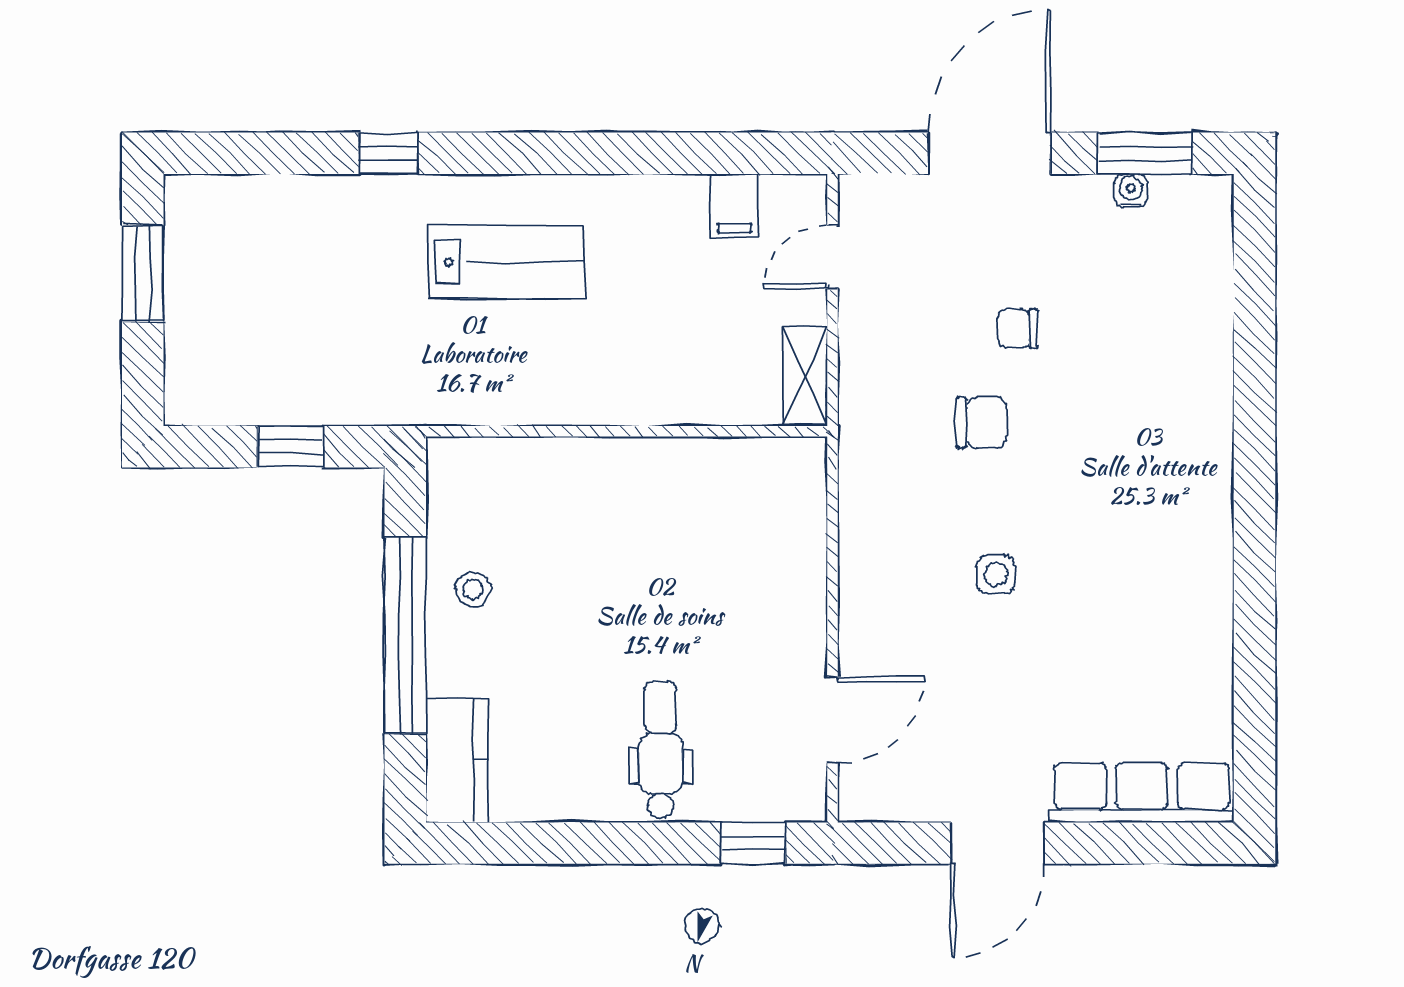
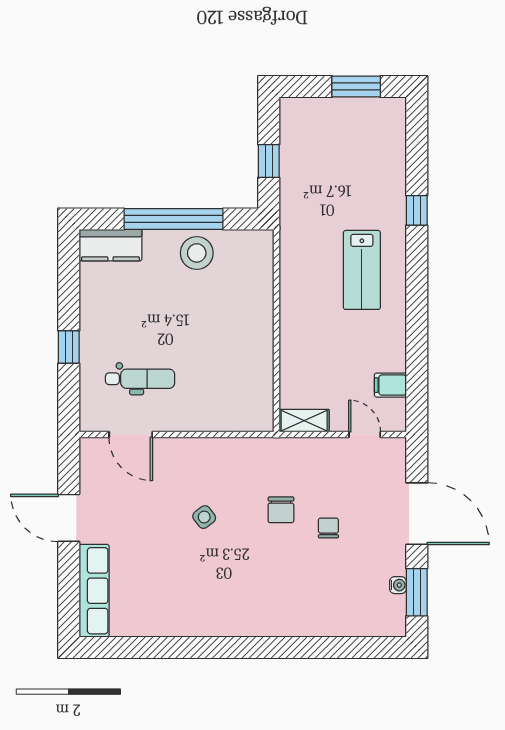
side table: (996, 574) -> (204, 517), turned -37
stool: (473, 589) -> (197, 253), width x1.89, depth x1.89
dental chair: (661, 750) -> (140, 379), moved
window: (753, 843) -> (69, 347), moved

